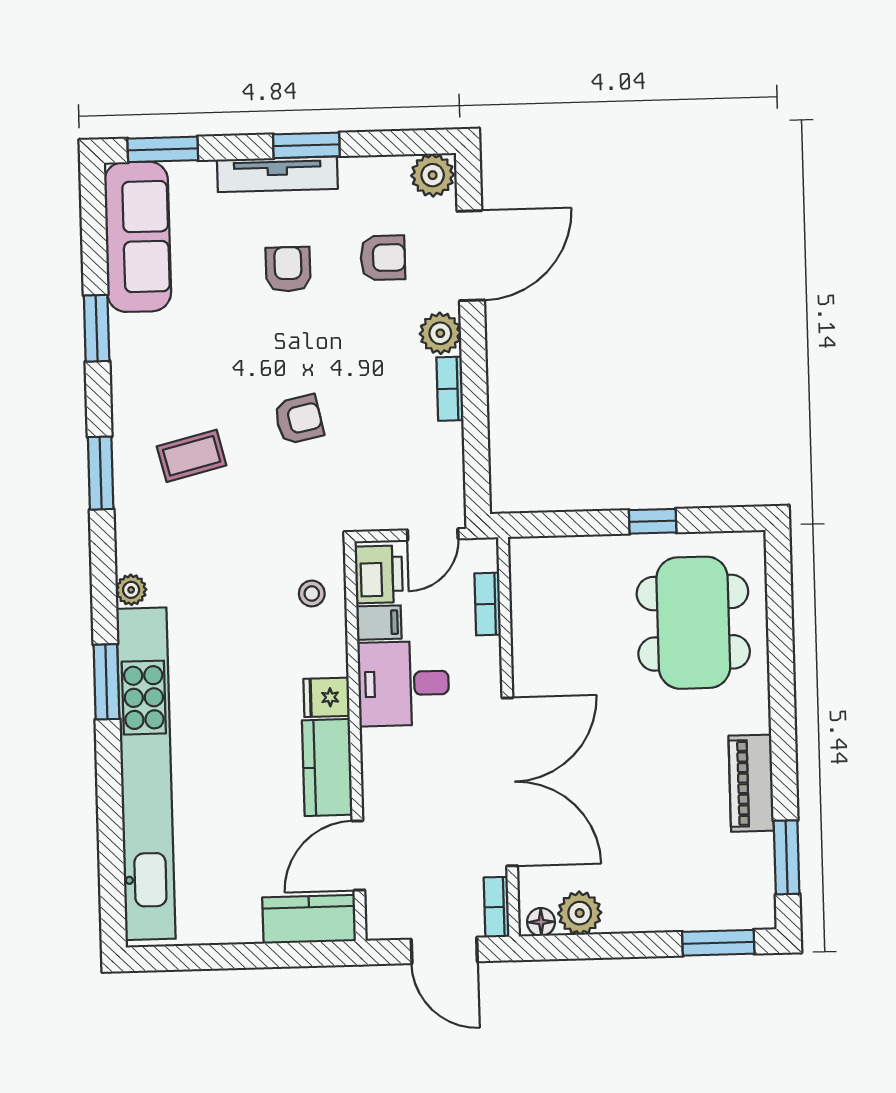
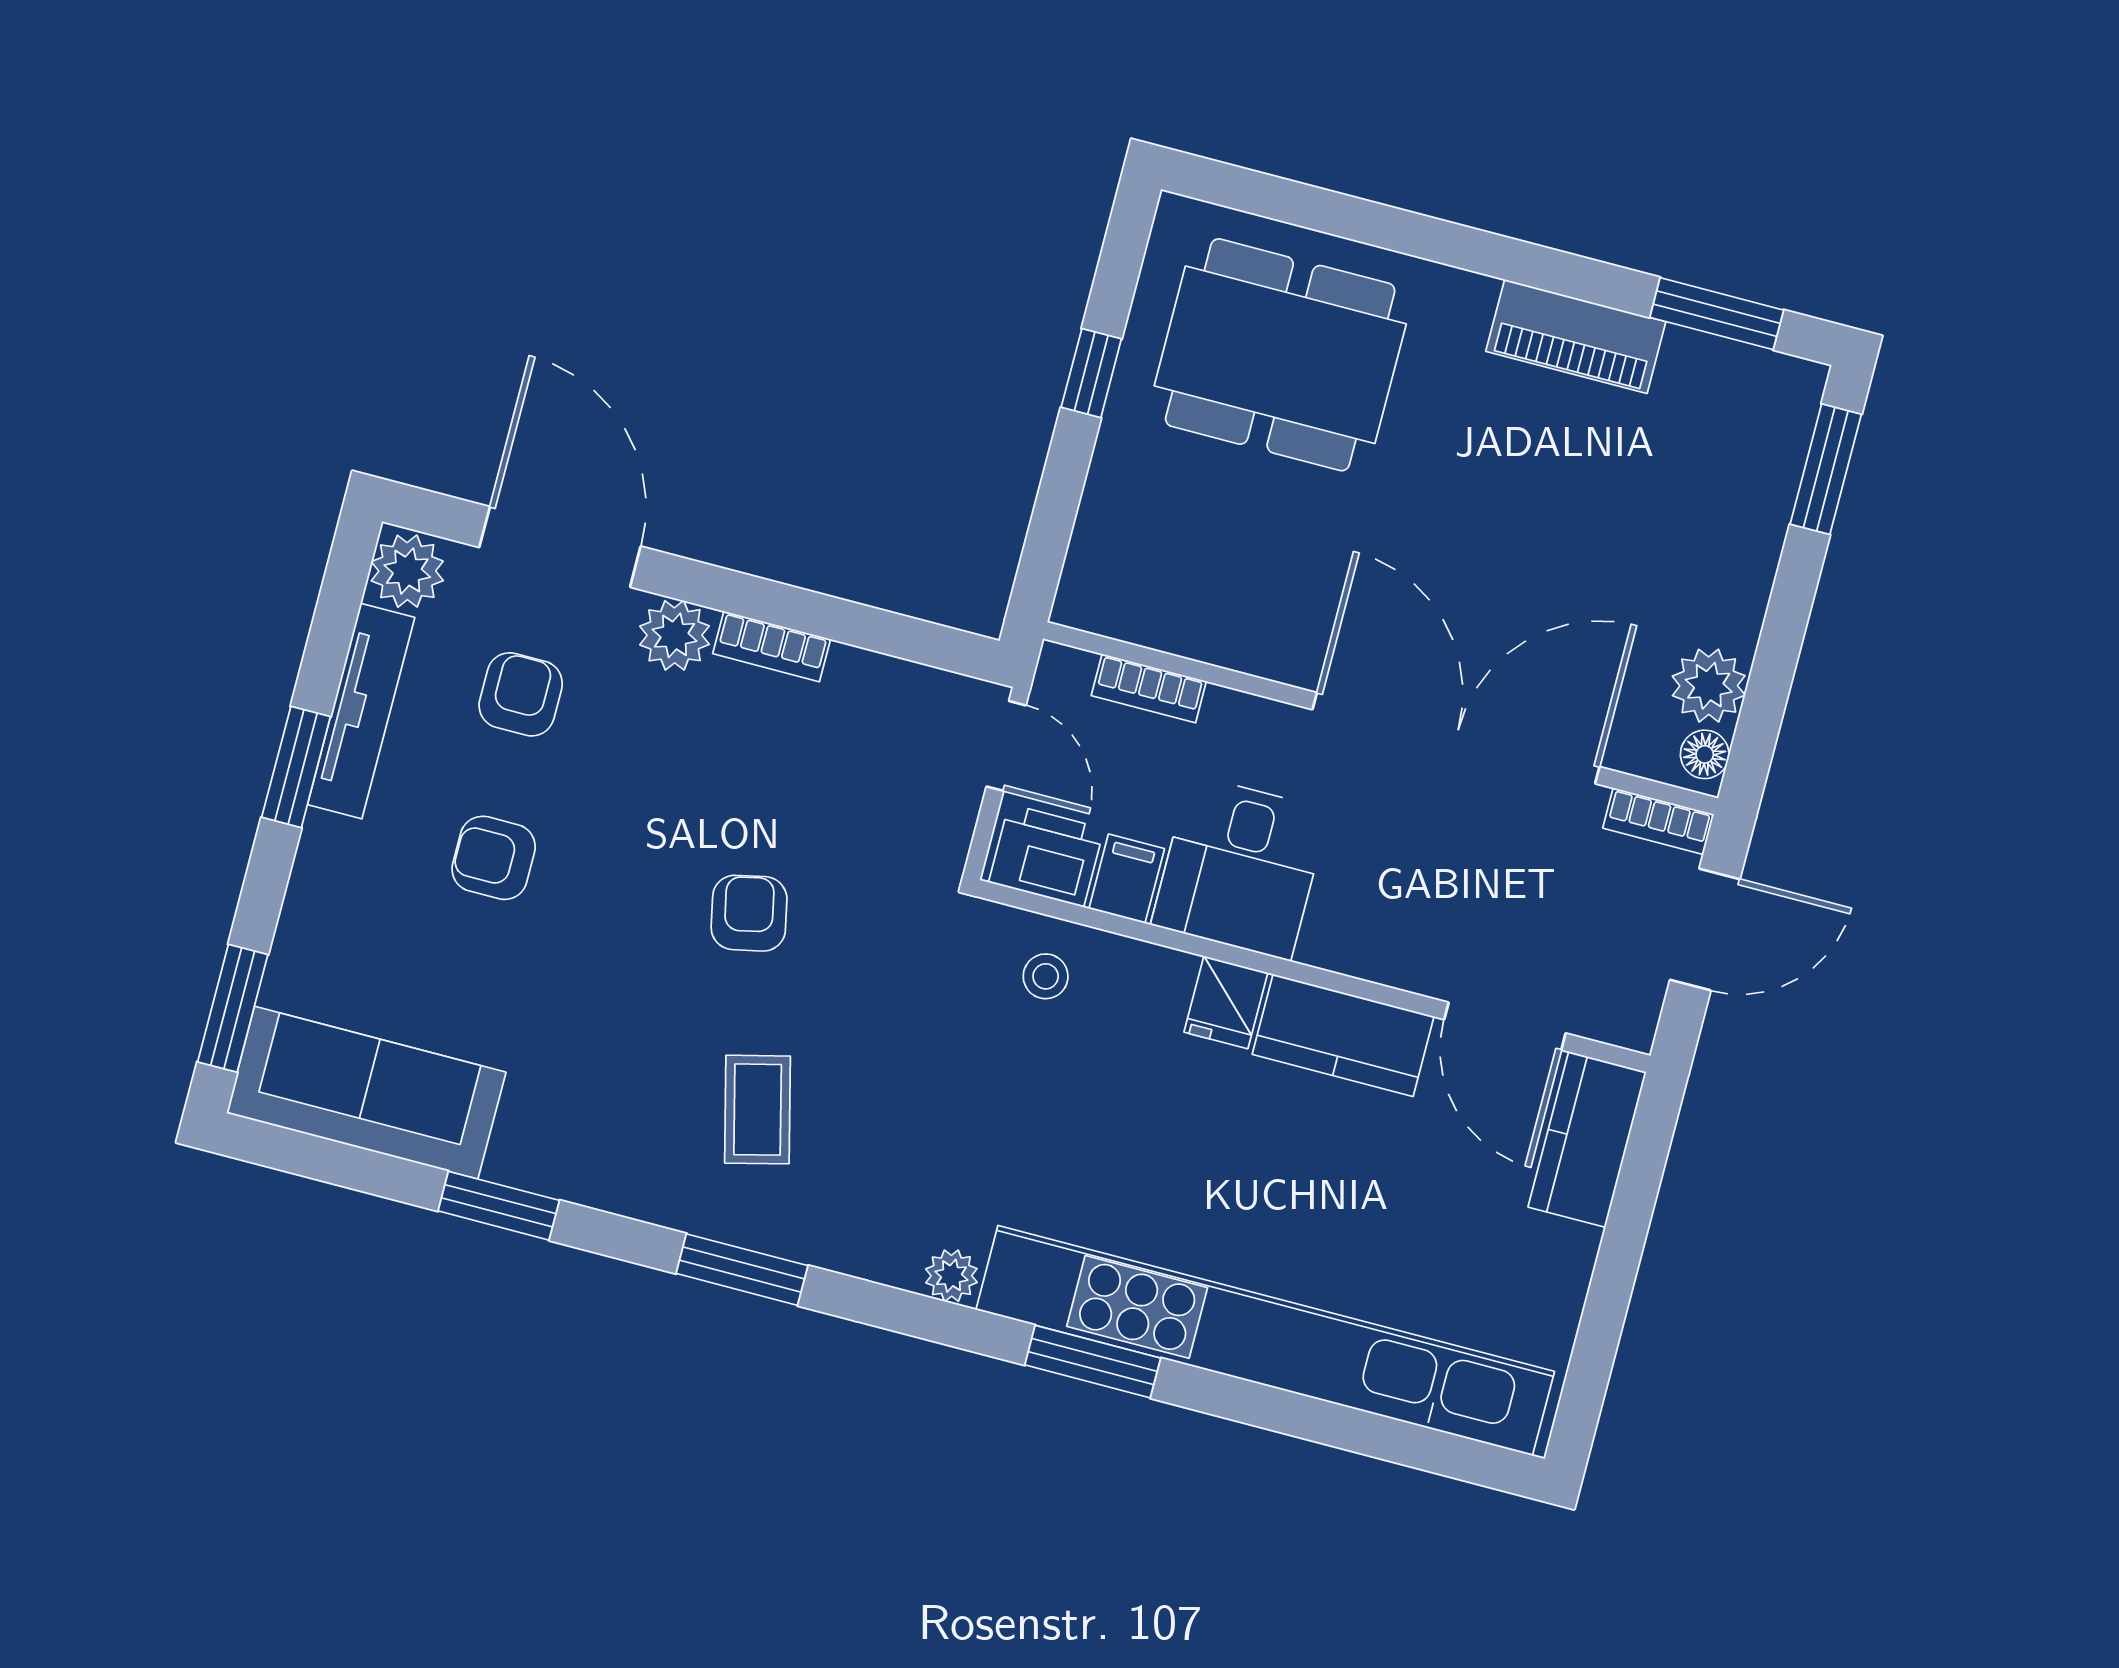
tv unit: (277, 174) -> (361, 711), moved

